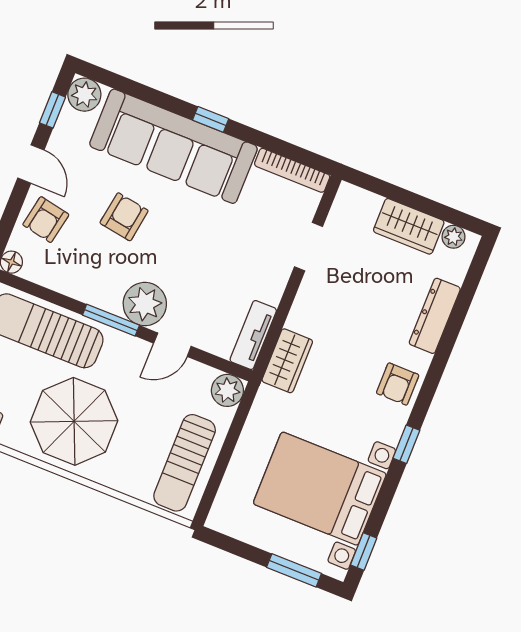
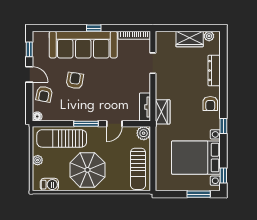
plant: (84, 95) -> (40, 38), removed
plant: (145, 304) -> (97, 112), removed

